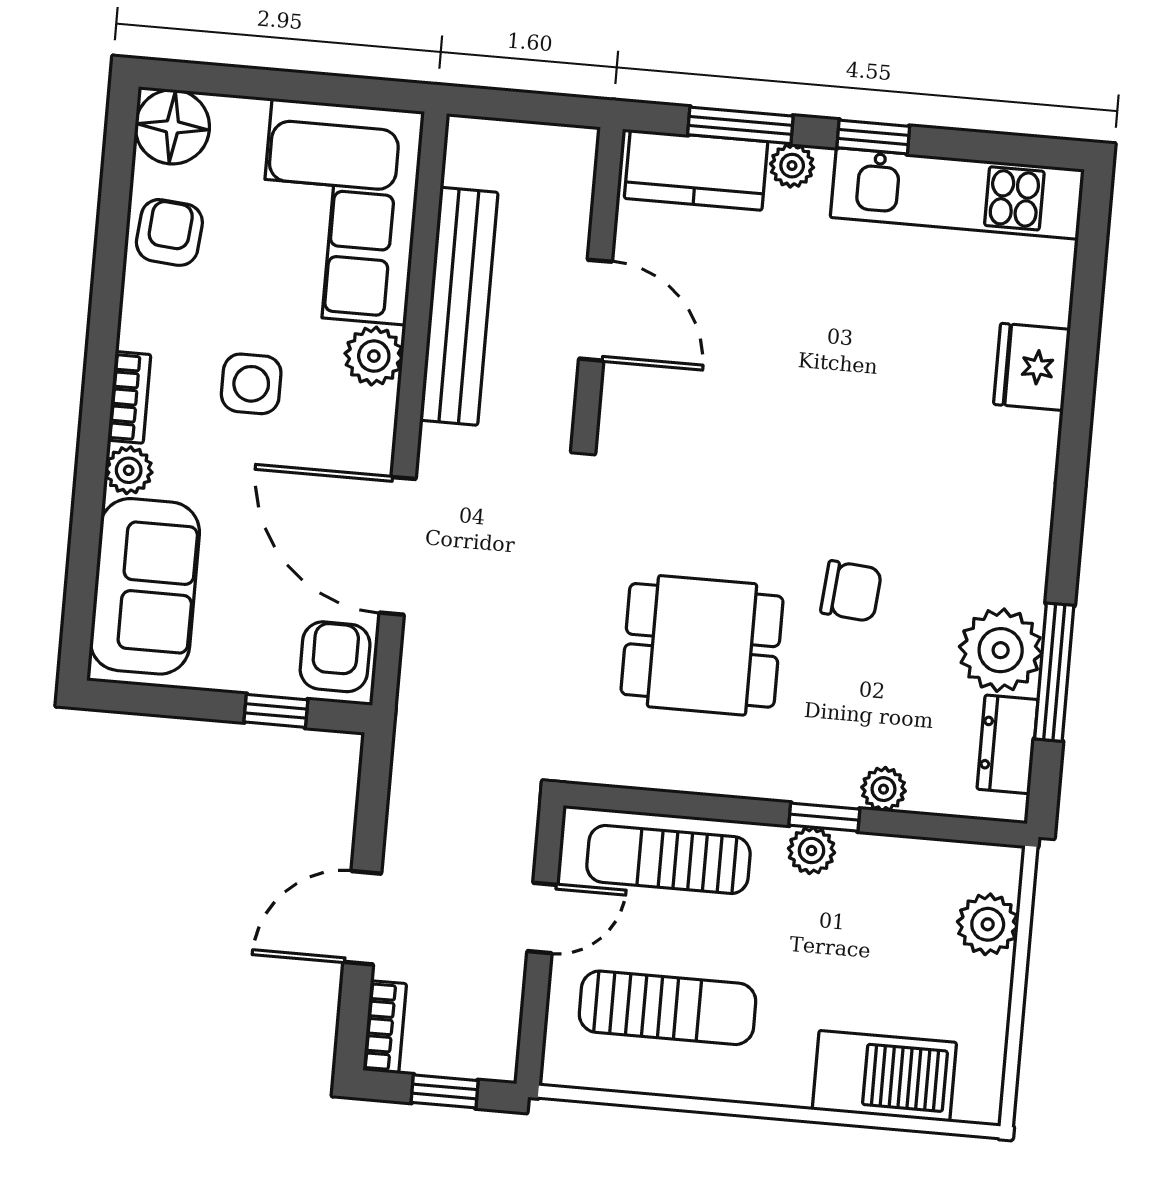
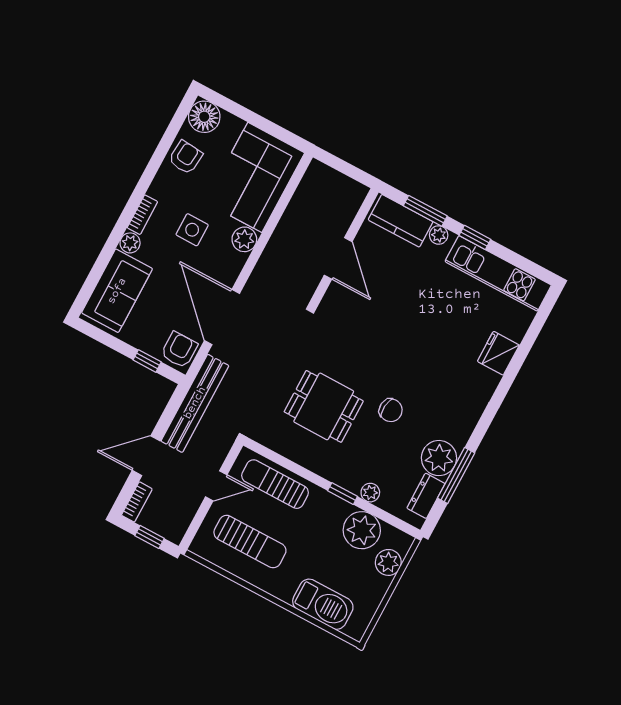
bench: (459, 306) -> (195, 403), moved
plant: (811, 851) -> (362, 530), moved, width x1.88, depth x1.88

